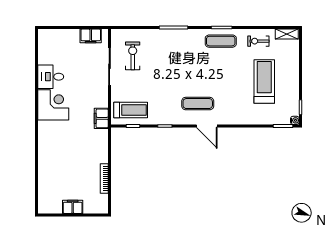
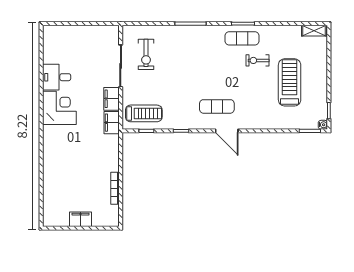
filing cabinet: (91, 36) -> (111, 99), moved, turned 90
exercise bike: (258, 41) -> (257, 60), moved
exercise bike: (133, 56) -> (146, 54), turned 180

